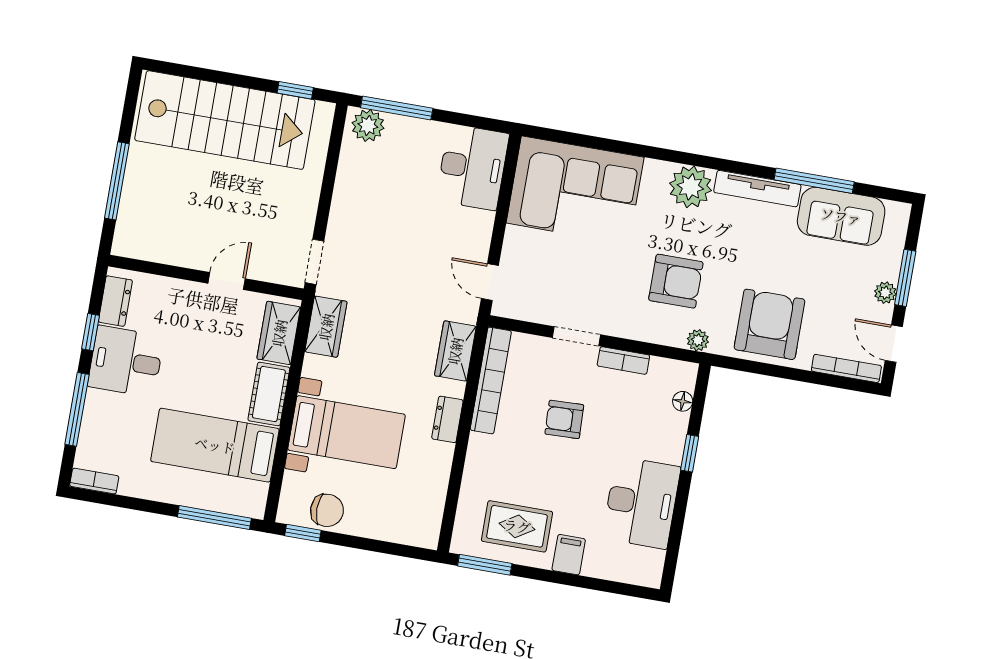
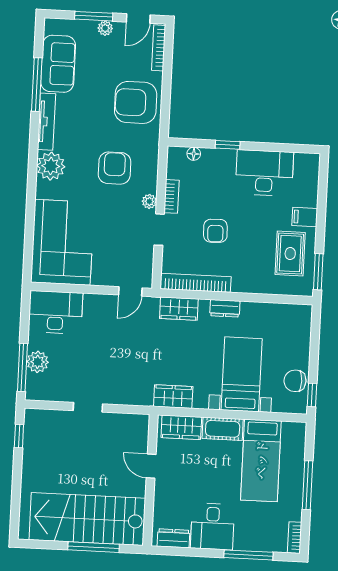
stairs: (225, 120) -> (87, 519), moved, turned -90
plant: (368, 126) -> (38, 362), moved
doorway: (314, 262) -> (88, 407), moved
window: (90, 332) -> (196, 552), removed
plant: (698, 340) -> (149, 201), moved
chair: (327, 510) -> (295, 381), turned -90
window: (214, 518) -> (307, 485), moved

